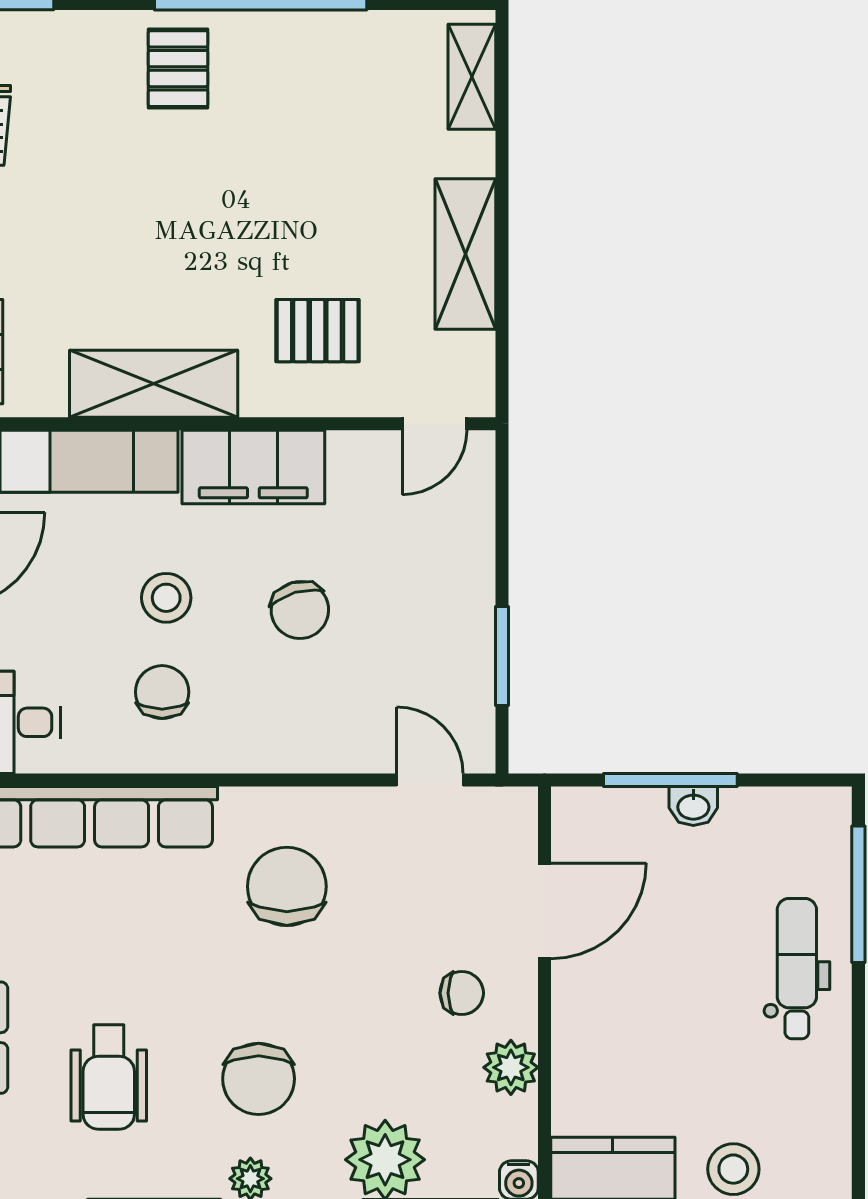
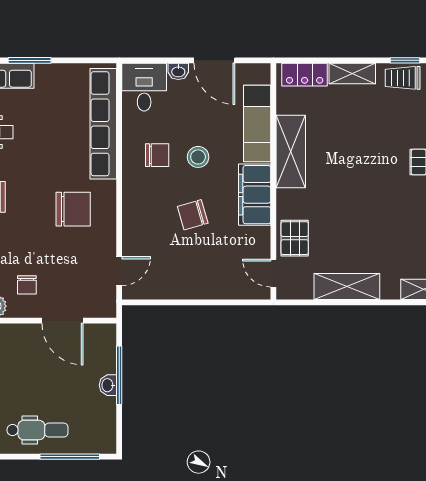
pallet: (318, 331) -> (295, 238), moved
window: (502, 656) -> (173, 302), removed

